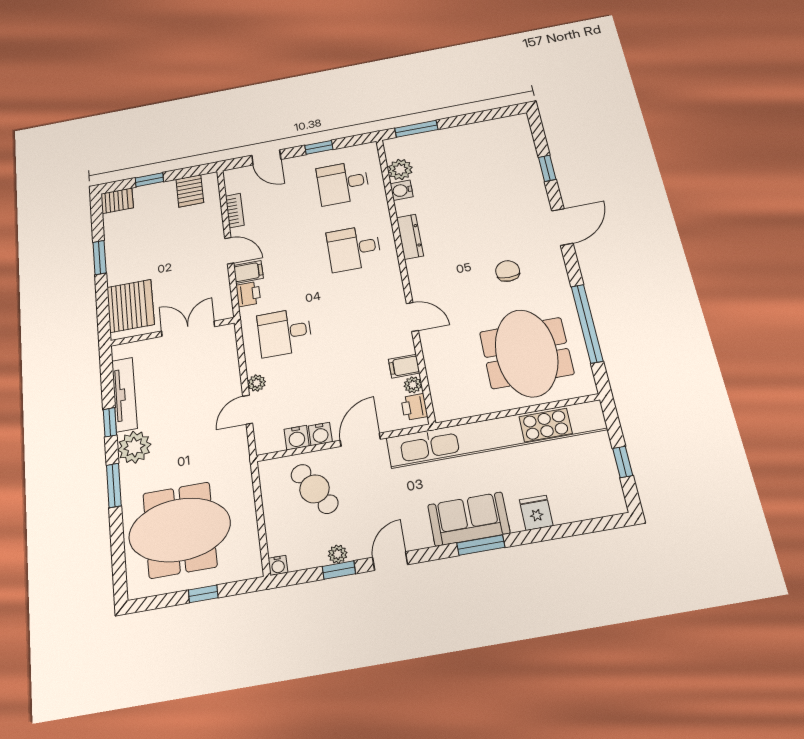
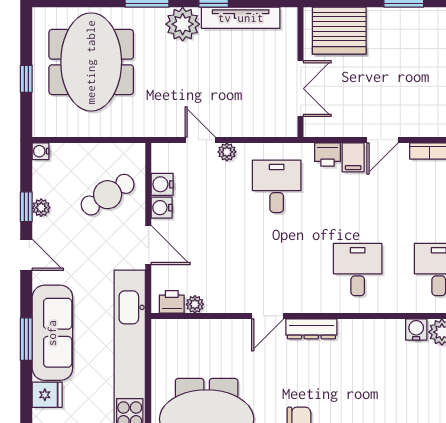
dresser: (410, 237) -> (311, 329), moved
filing cabinet: (404, 366) -> (216, 299), removed
sofa: (469, 519) -> (52, 333), width x1.36

